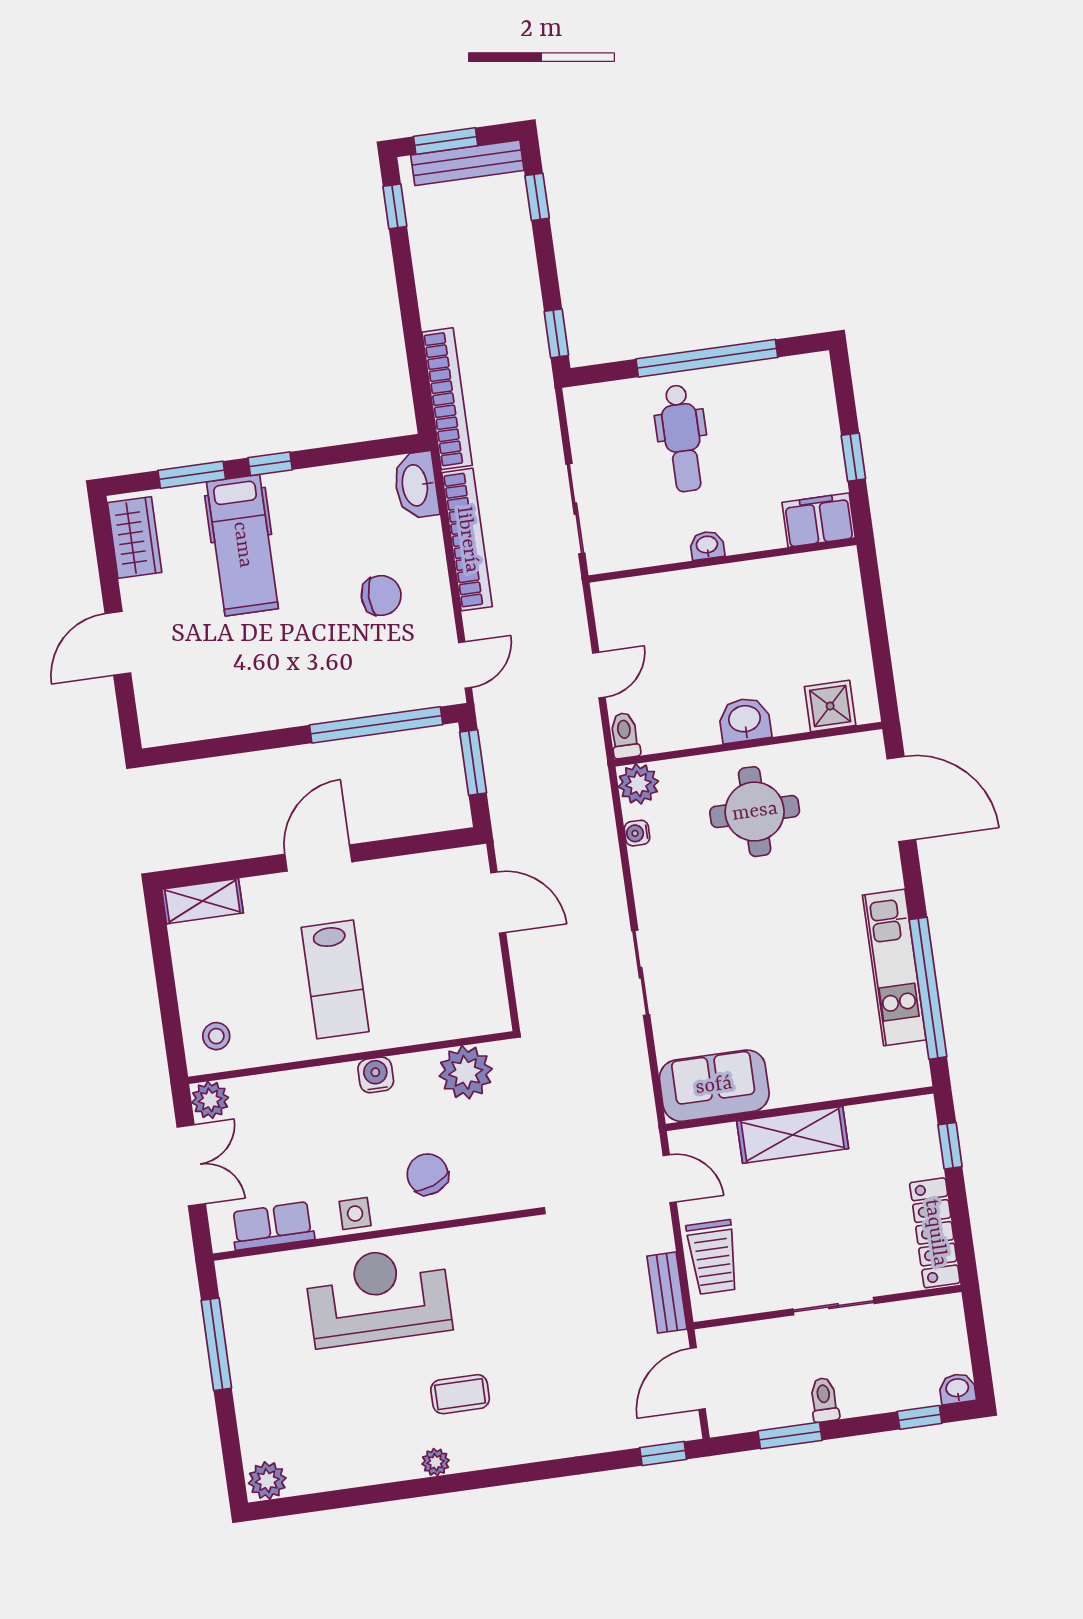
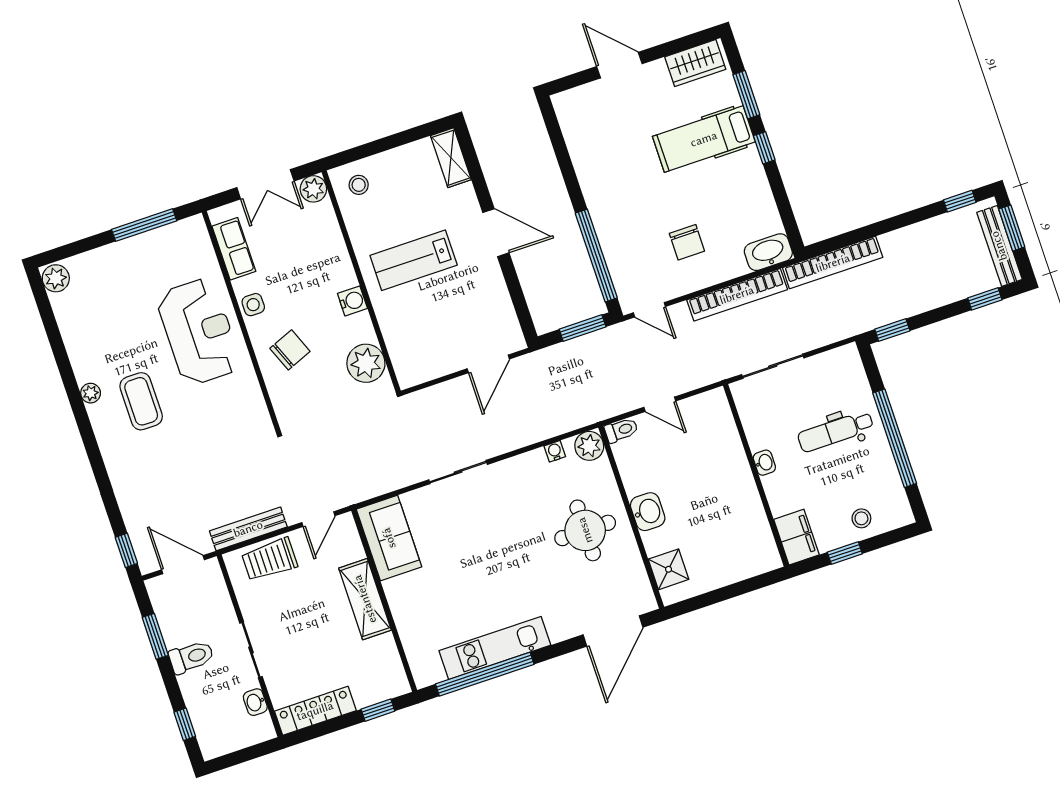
stool: (810, 425) -> (861, 518), added
bench: (667, 1293) -> (248, 529), width x1.36
washbasin: (957, 1389) -> (255, 702), moved, turned 180
coffee table: (460, 1394) -> (141, 401), width x1.36, depth x1.30
toilet: (824, 1400) -> (191, 657), width x1.37, depth x1.39

